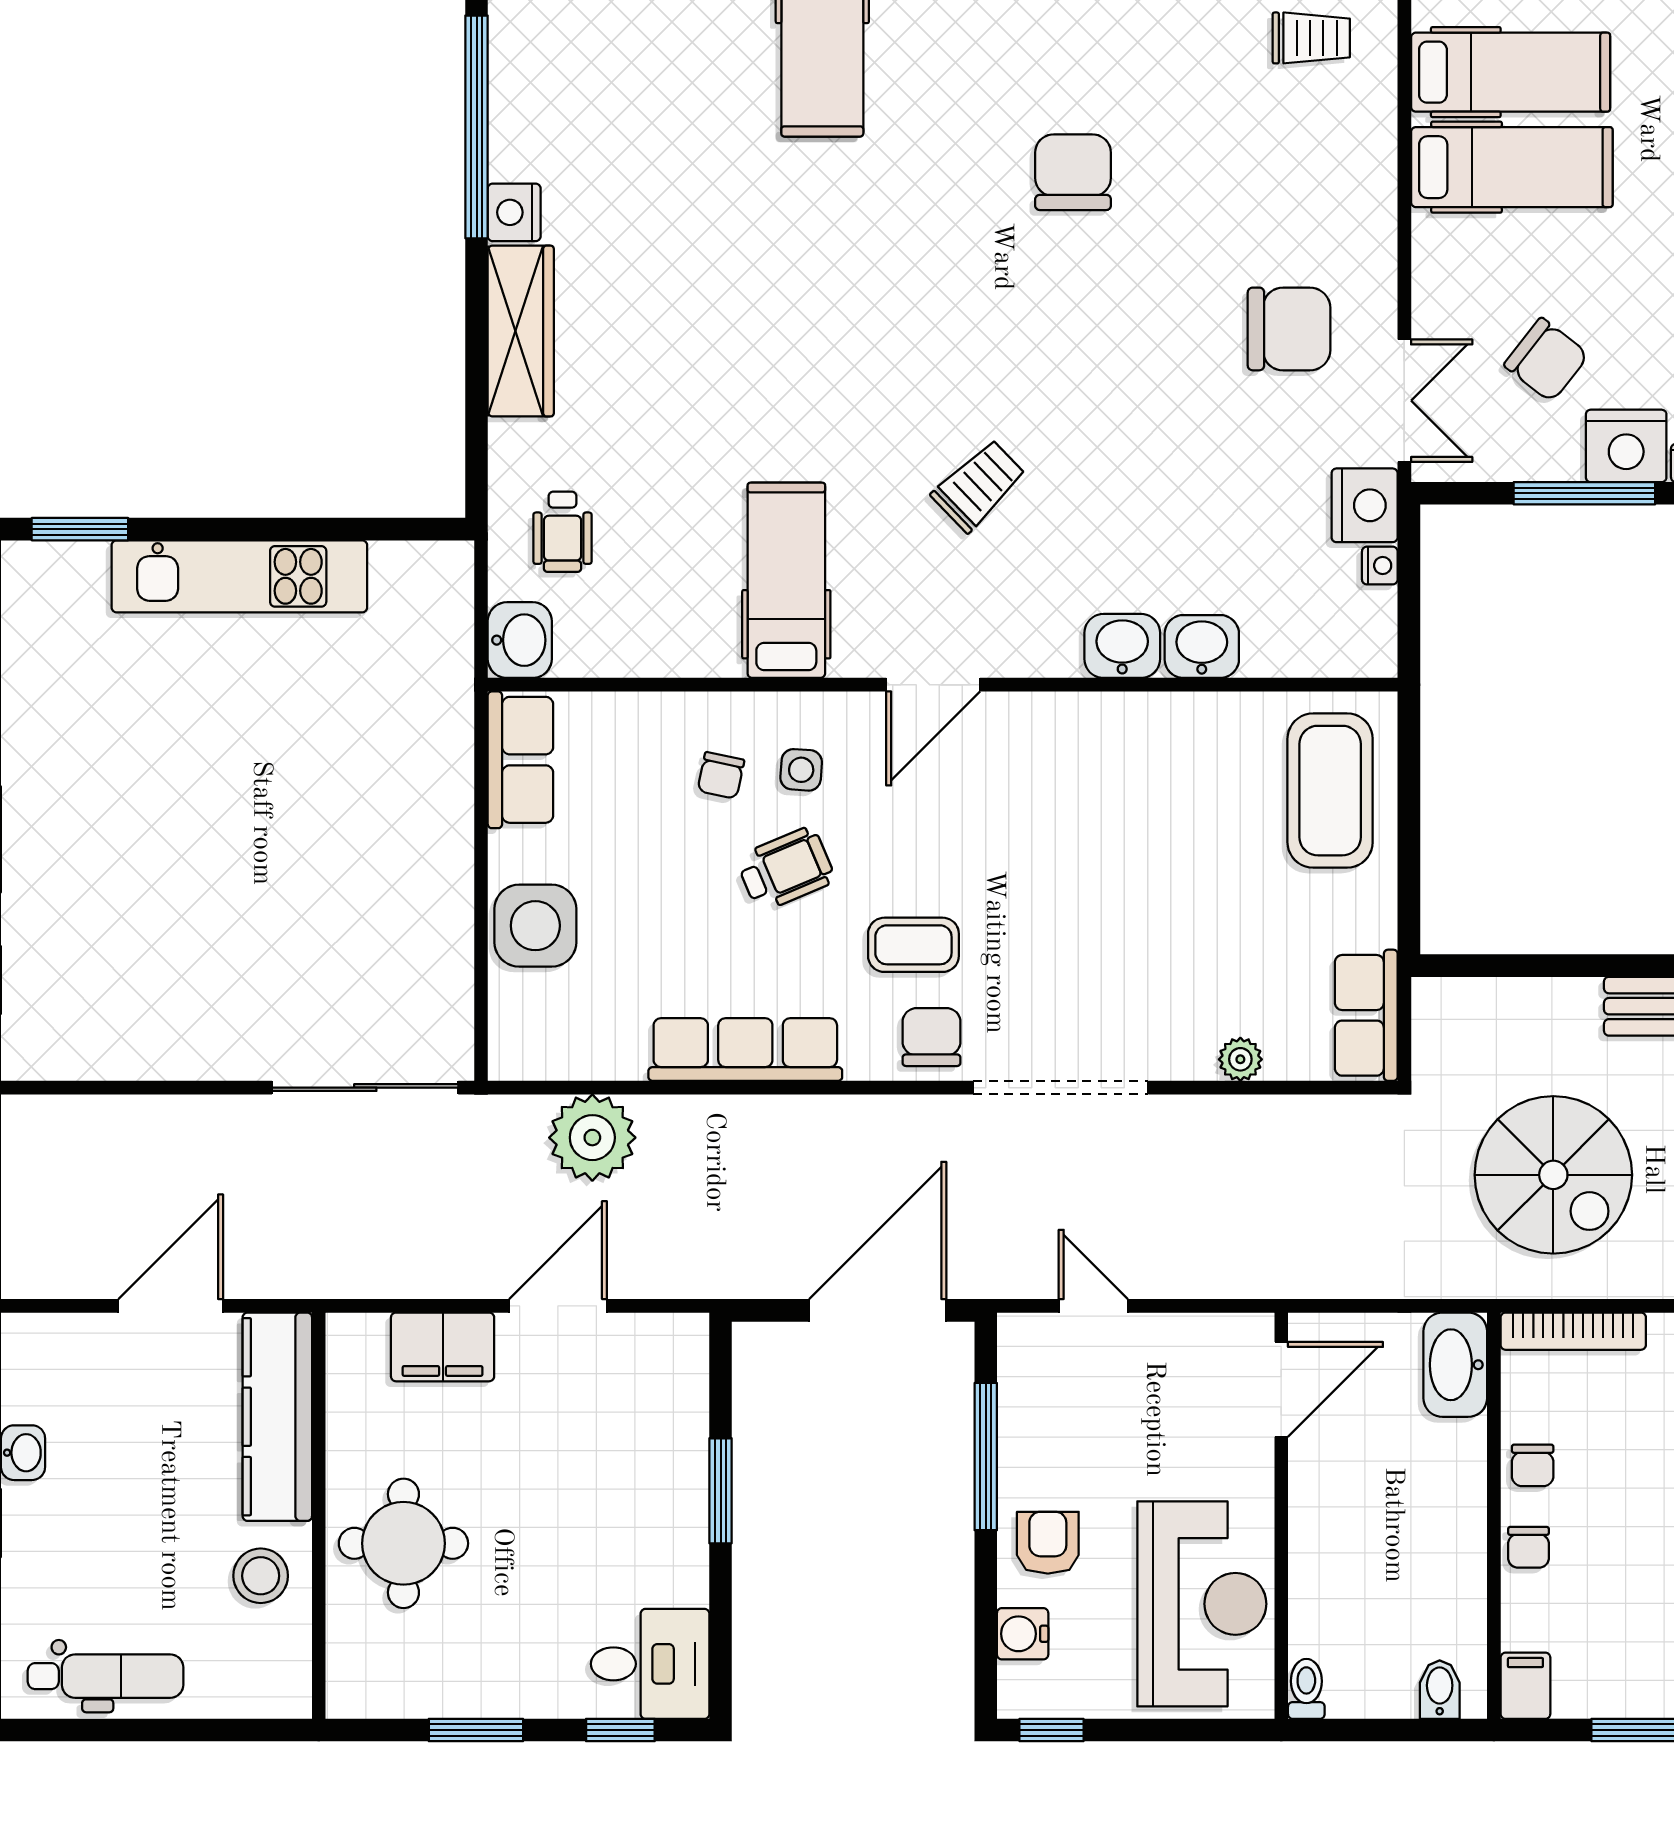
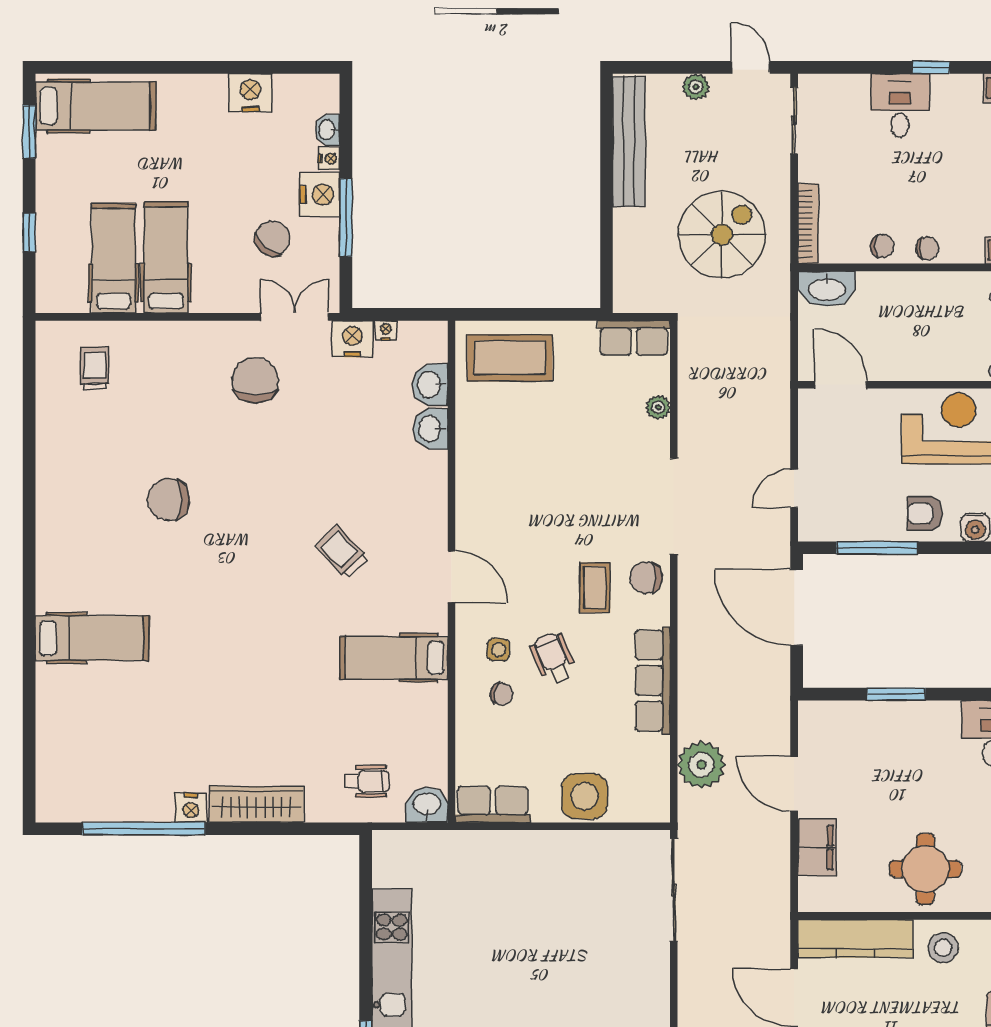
washbasin: (1122, 646) -> (430, 385), moved

